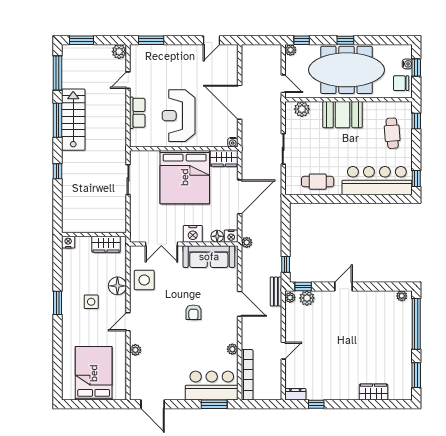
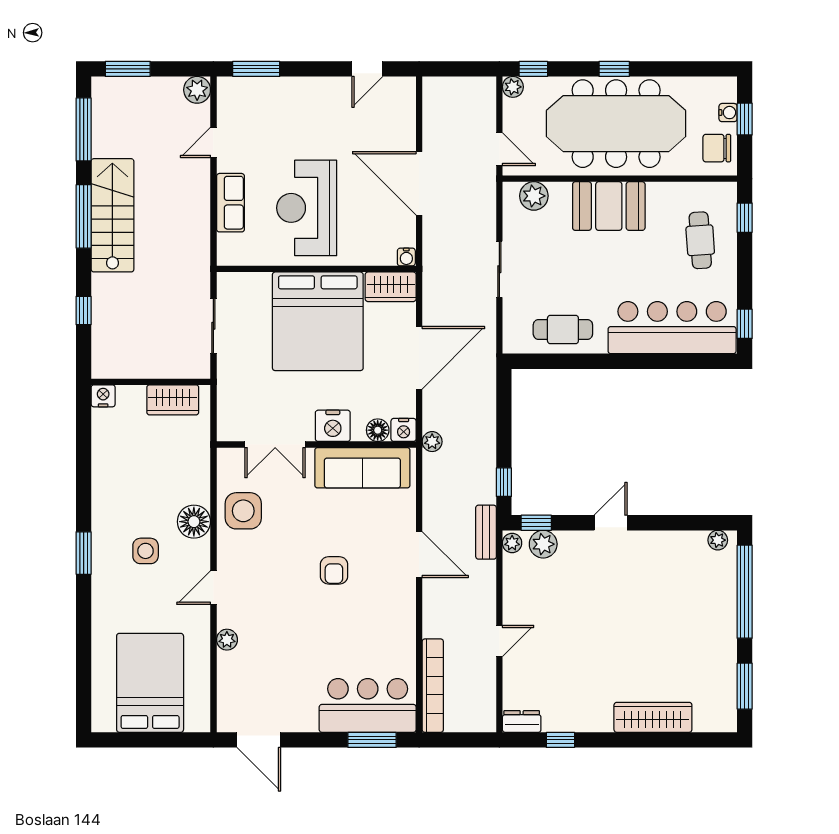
wall: (94, 234) -> (151, 382), moved
nightstand: (68, 242) -> (103, 396), moved
wardrobe: (106, 244) -> (173, 400), moved
plant: (232, 349) -> (406, 638), removed
wardrobe: (374, 392) -> (653, 717), width x1.50

